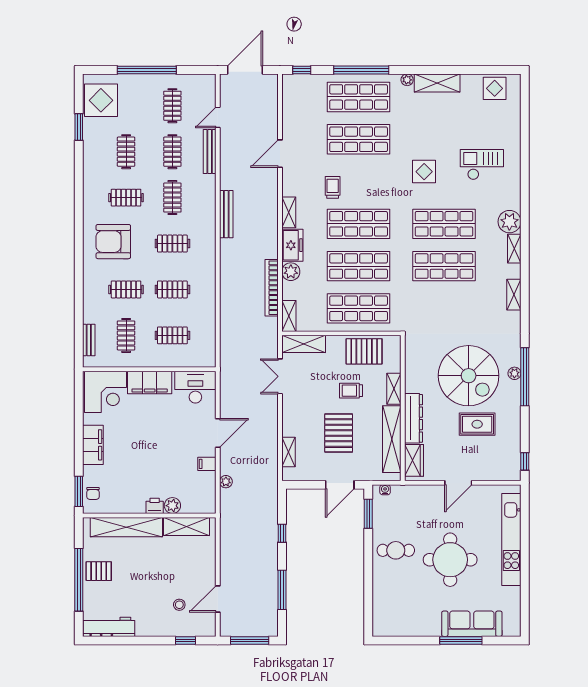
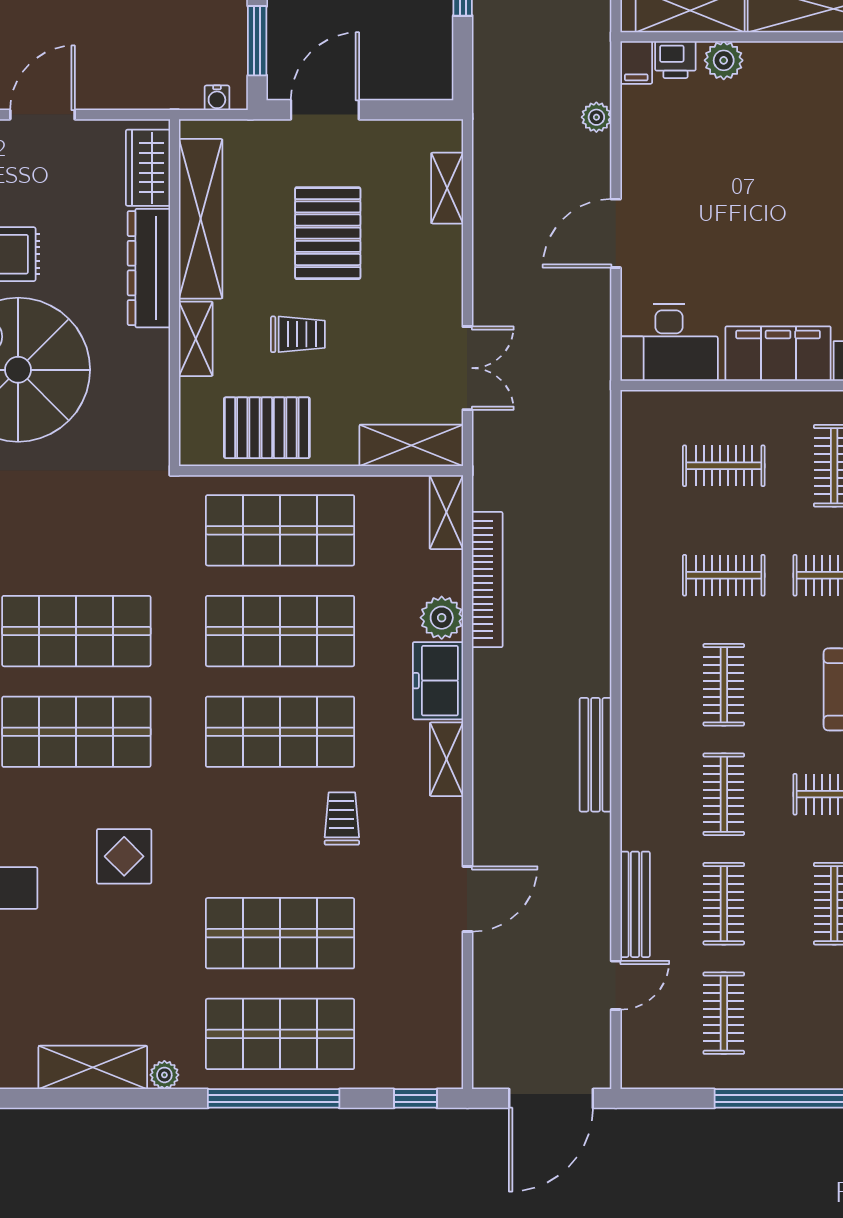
trolley: (333, 187) -> (342, 818), turned 180
clothes rail: (172, 244) -> (724, 685), turned 90
filing cabinet: (207, 464) -> (636, 62), moved, turned 90
printer: (155, 506) -> (675, 60), moved

